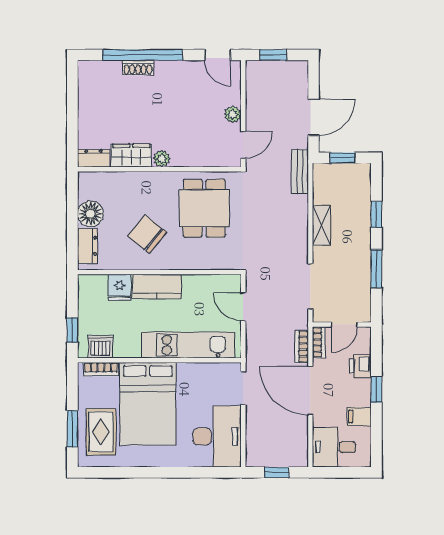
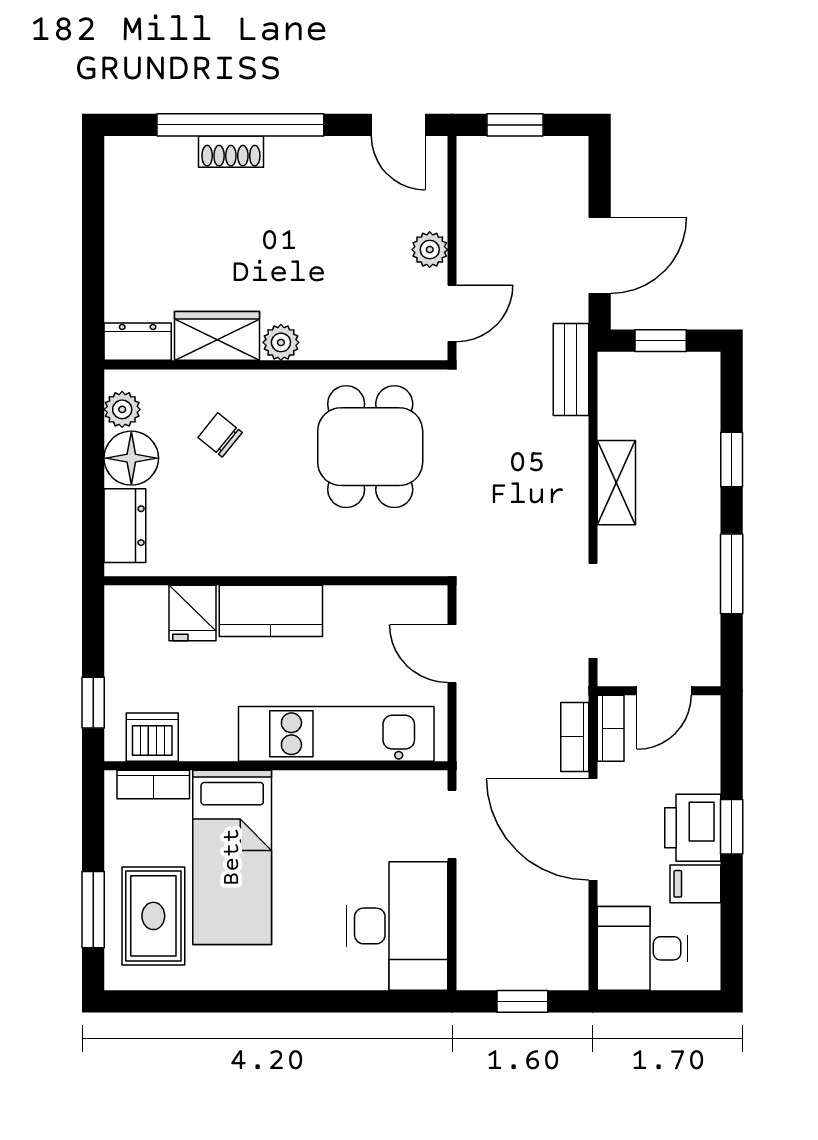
plant: (86, 191) -> (122, 409), added
chair: (147, 234) -> (220, 435), moved, width x0.54, depth x0.54
printer: (360, 366) -> (693, 828), moved, width x1.36, depth x1.24
bed: (148, 404) -> (232, 857), width x0.67

